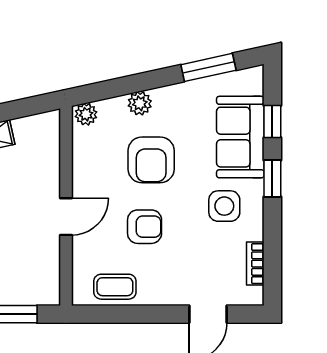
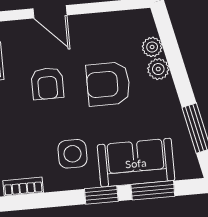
plant: (86, 114) -> (152, 47), moved
window: (272, 121) -> (153, 190), width x1.50

